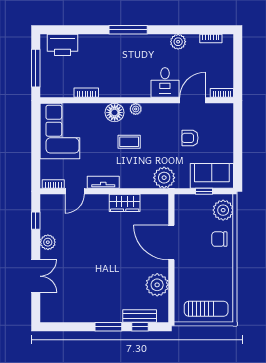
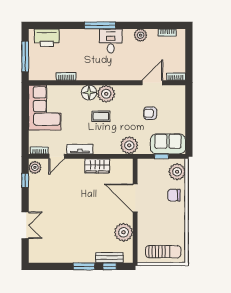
desk: (165, 83) -> (111, 41), moved, turned 180
plant: (136, 109) -> (106, 94), width x1.88, depth x1.88
plant: (48, 242) -> (35, 167), moved

